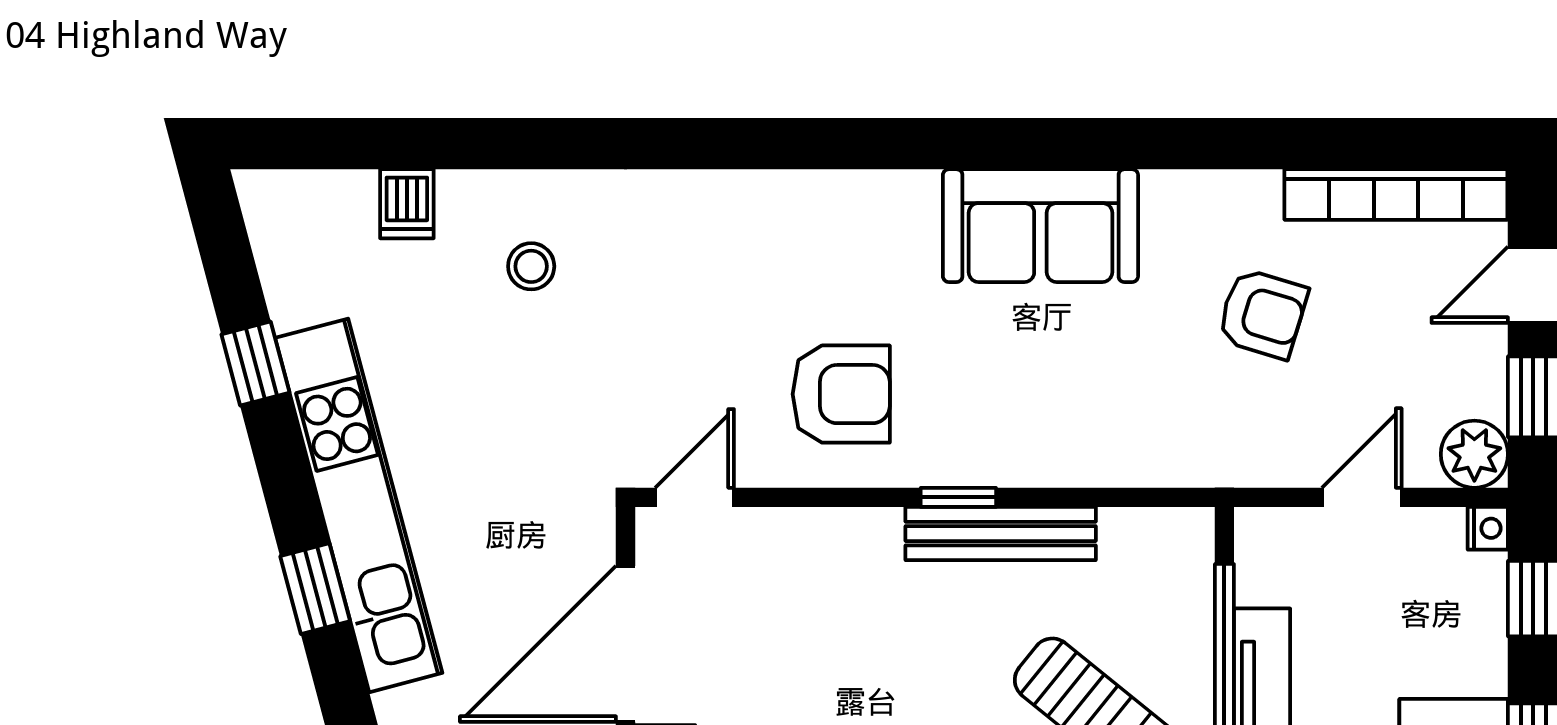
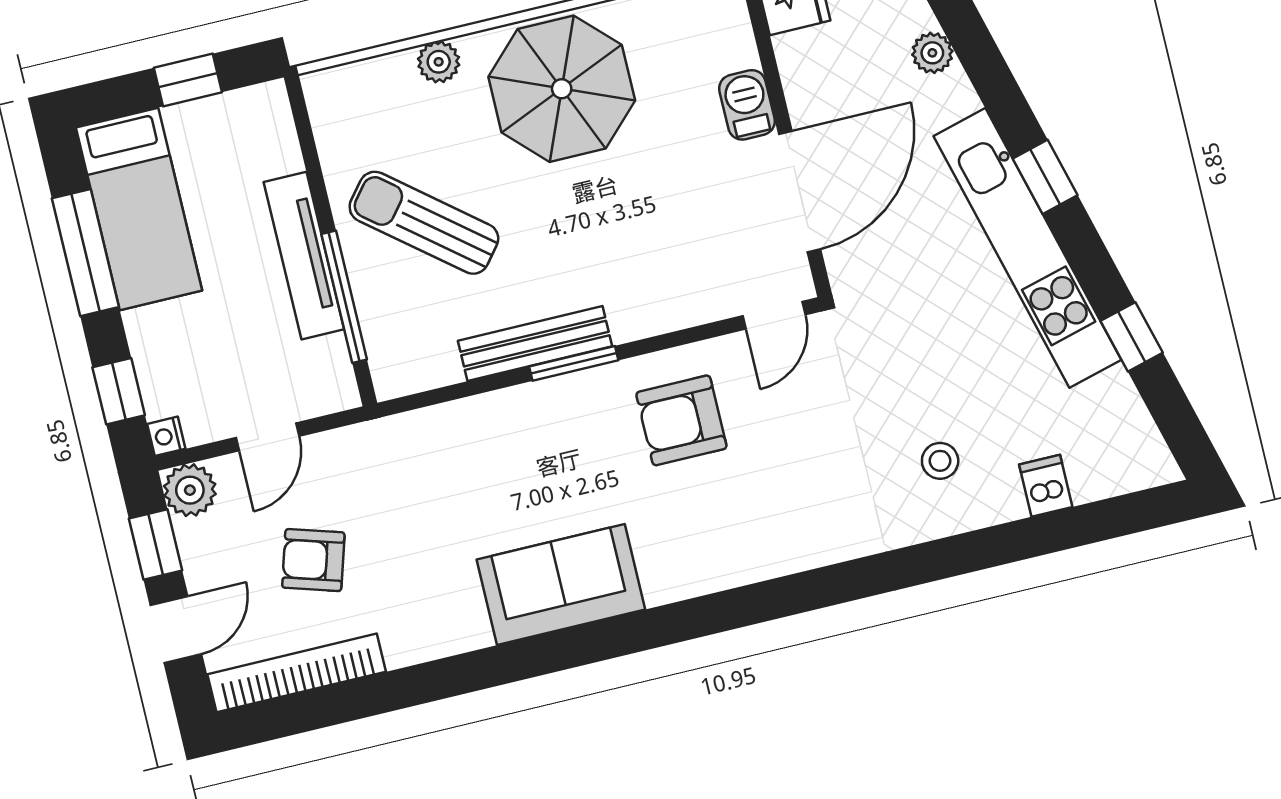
armchair: (1262, 314) -> (313, 560), moved
window: (958, 497) -> (574, 363), width x1.50

